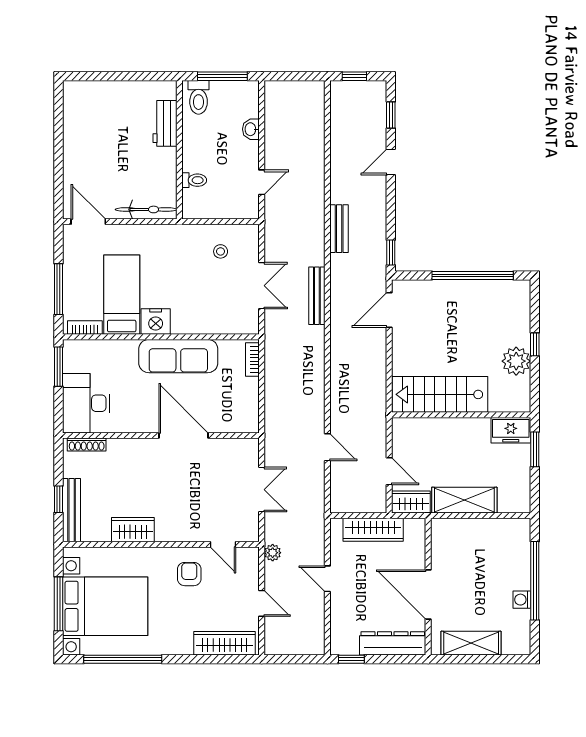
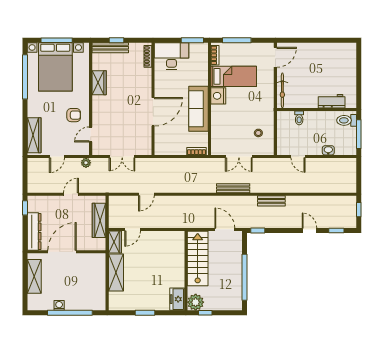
stairs: (440, 394) -> (198, 259), moved
wall: (461, 415) -> (186, 271), moved
freezer: (511, 430) -> (177, 299), moved

